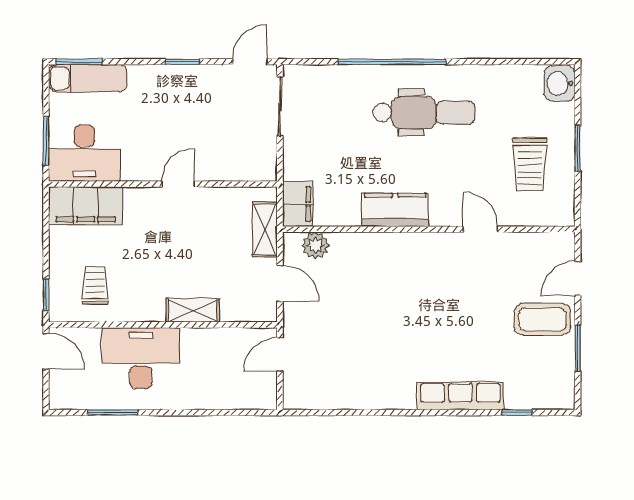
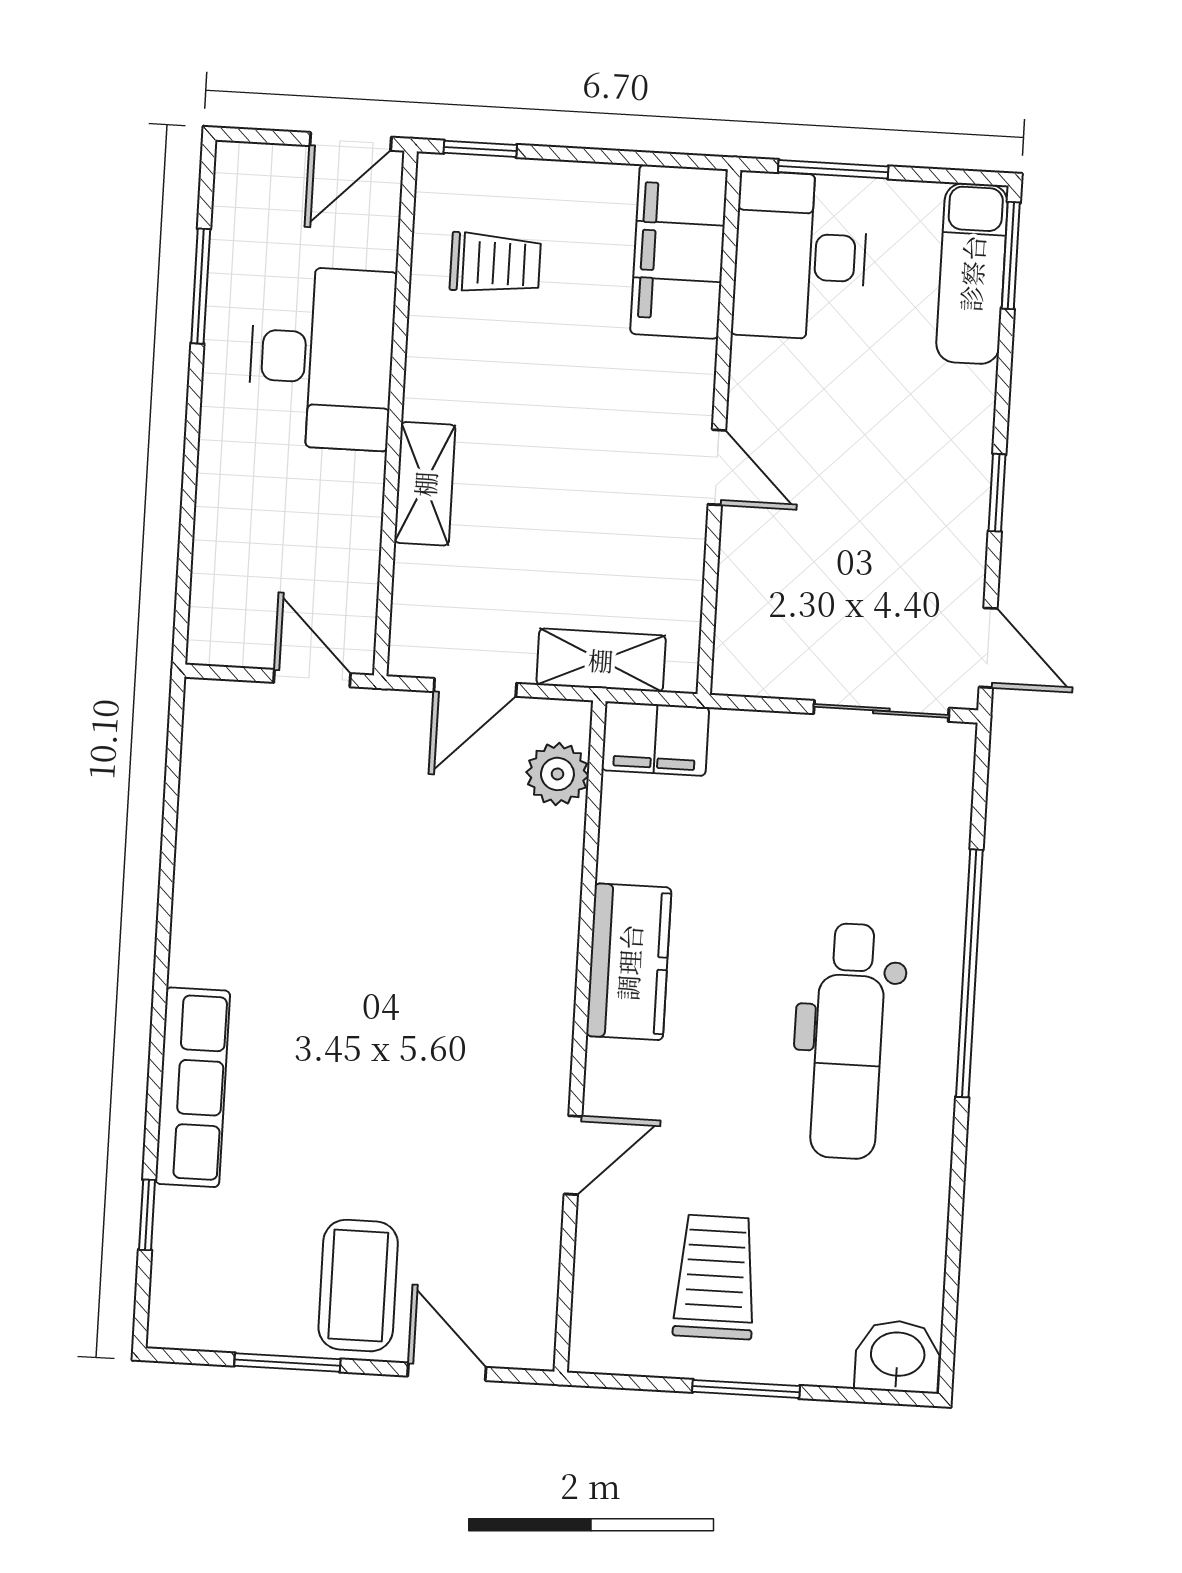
trolley: (530, 164) -> (715, 1277), turned 90

